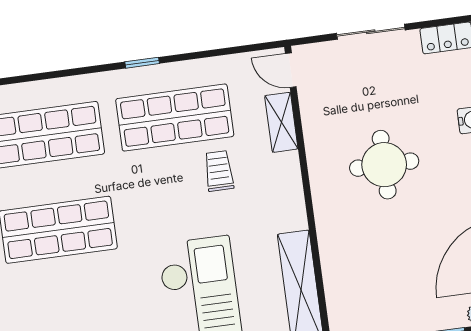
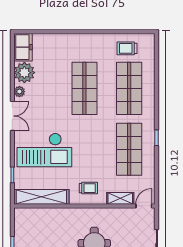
trolley: (219, 171) -> (88, 188), moved

